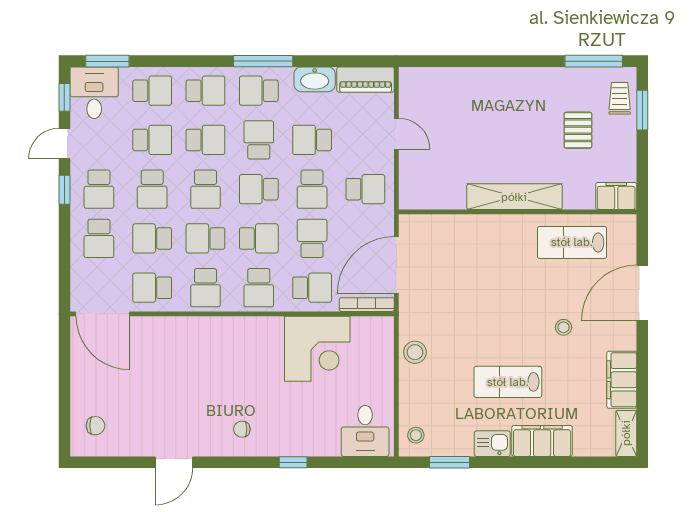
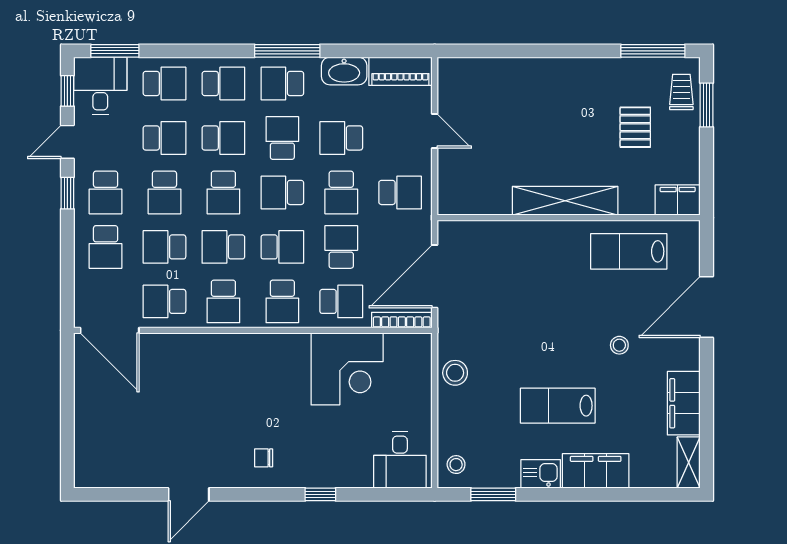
chair: (95, 426) -> (102, 454), removed

